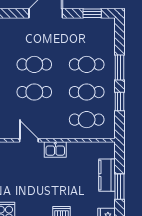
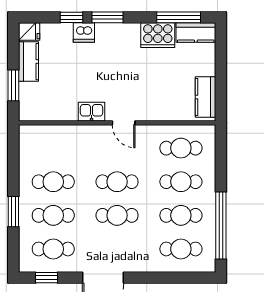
window: (119, 101) -> (13, 170), removed
cafe table: (87, 120) -> (53, 249), moved
kitchen counter: (107, 175) -> (28, 62), moved
window: (119, 187) -> (13, 85), moved

